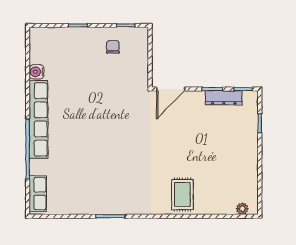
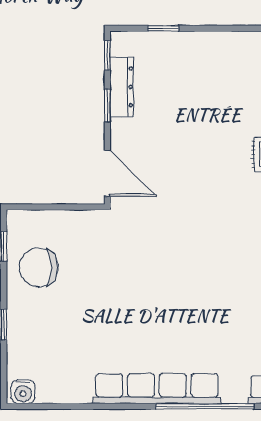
chair: (113, 47) -> (39, 268), width x1.87, depth x1.87
water cooler: (37, 72) -> (23, 392), moved

